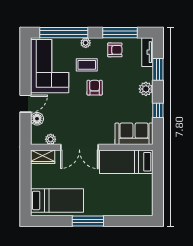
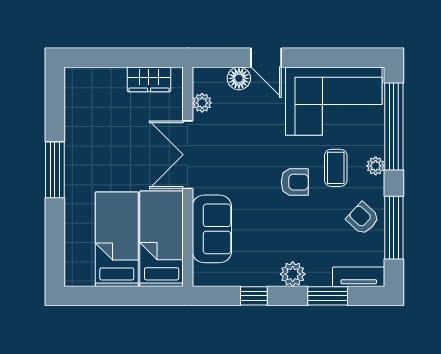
armchair: (115, 50) -> (363, 218), turned 133
sofa: (134, 134) -> (212, 229), moved
wardrobe: (43, 157) -> (149, 79), moved, turned -90
bed: (57, 200) -> (117, 239), moved, turned 180

